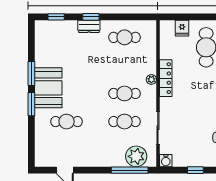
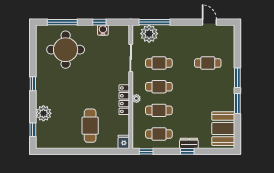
window: (56, 17) -> (146, 151), moved
fridge: (182, 28) -> (124, 142), moved
cafe table: (125, 65) -> (159, 110), added
booth: (48, 88) -> (223, 129), moved
water cooler: (166, 161) -> (103, 30), moved

